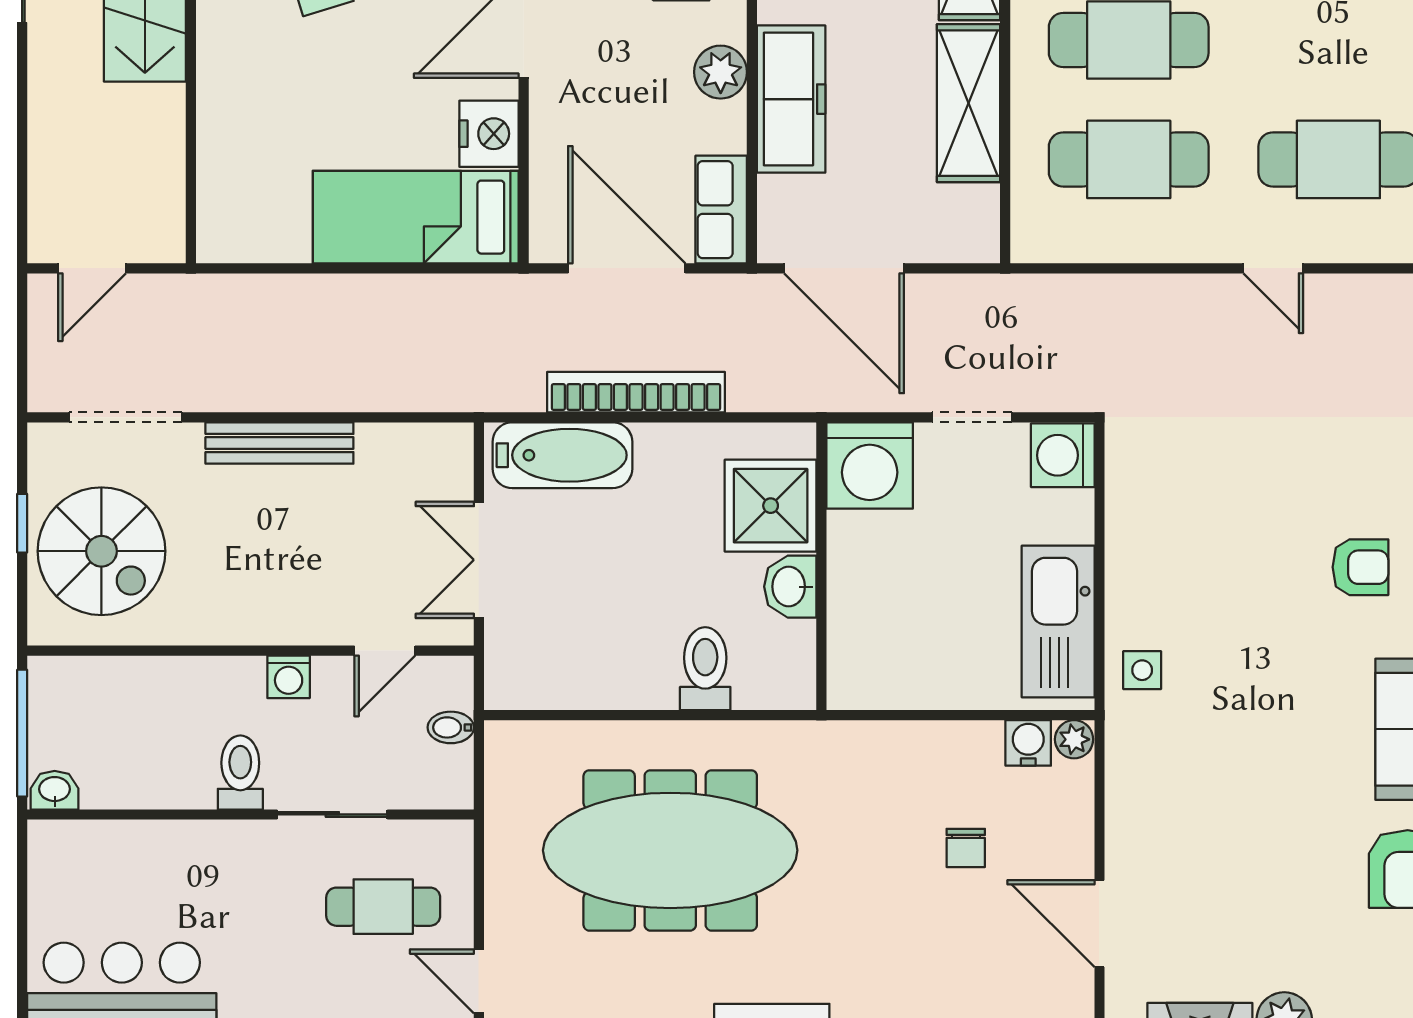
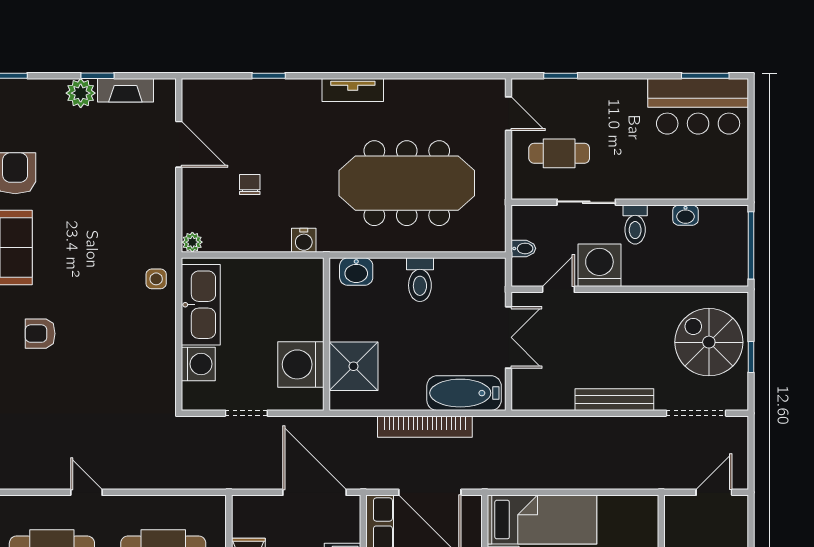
washing machine: (1063, 455) -> (198, 364), moved
washing machine: (870, 465) -> (301, 364), moved, turned -90
washbasin: (790, 587) -> (356, 272), moved, turned 90
toilet: (705, 669) -> (420, 280), moved
washing machine: (289, 677) -> (599, 265), width x1.89, depth x1.89
water cooler: (1028, 743) -> (304, 240), moved
washbasin: (55, 790) -> (685, 215), moved

